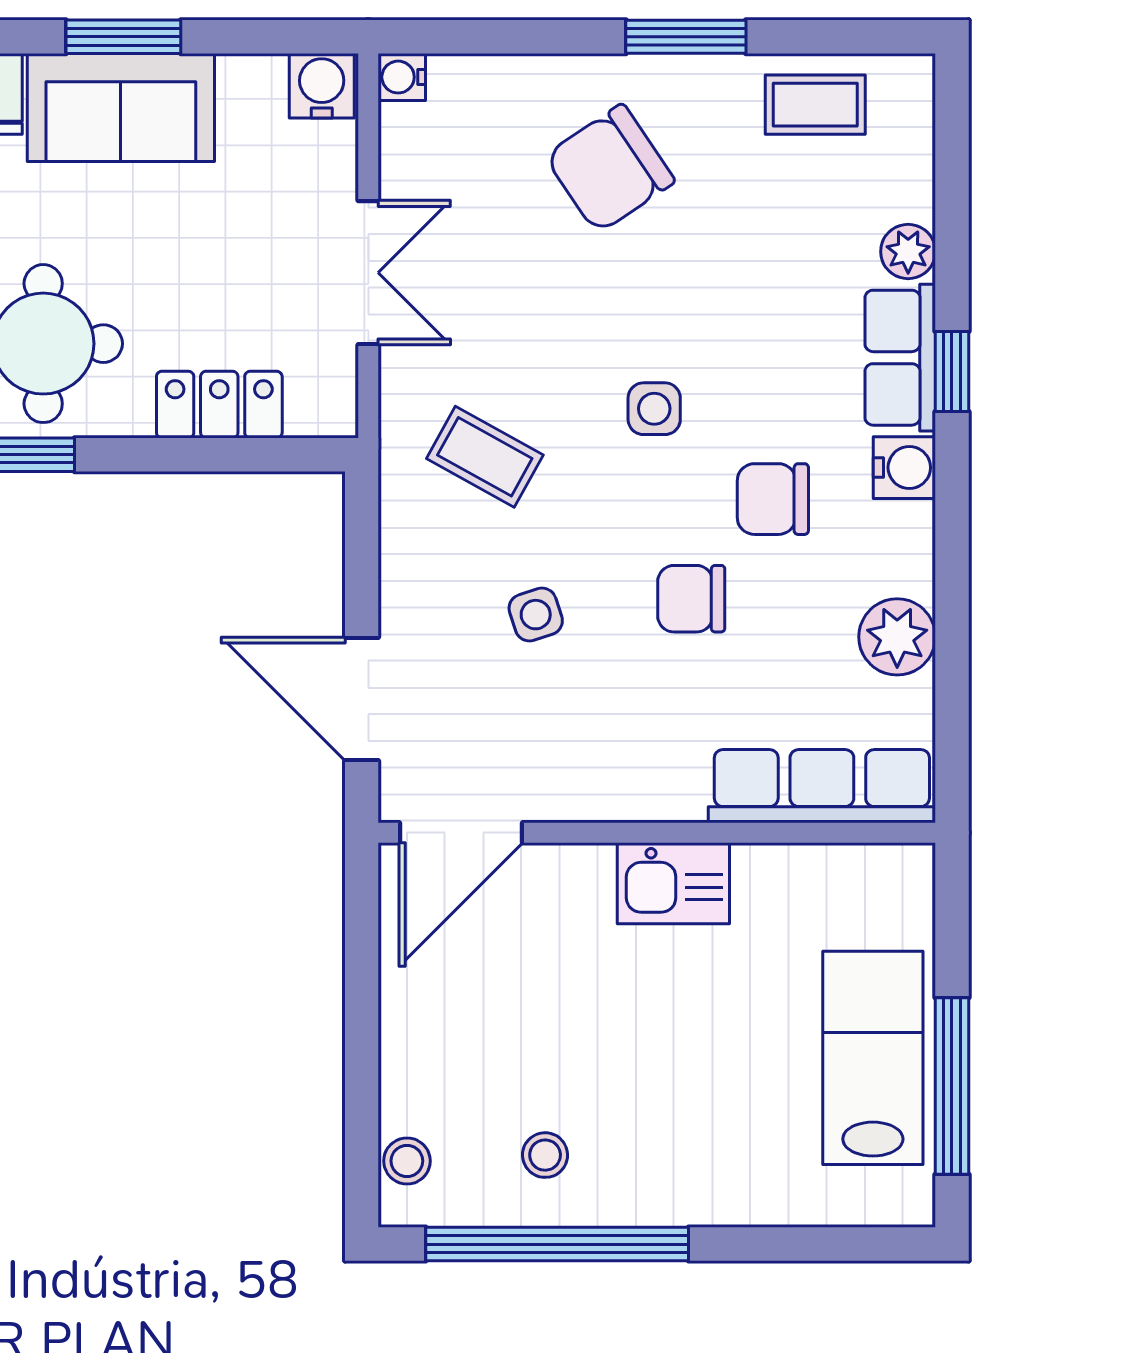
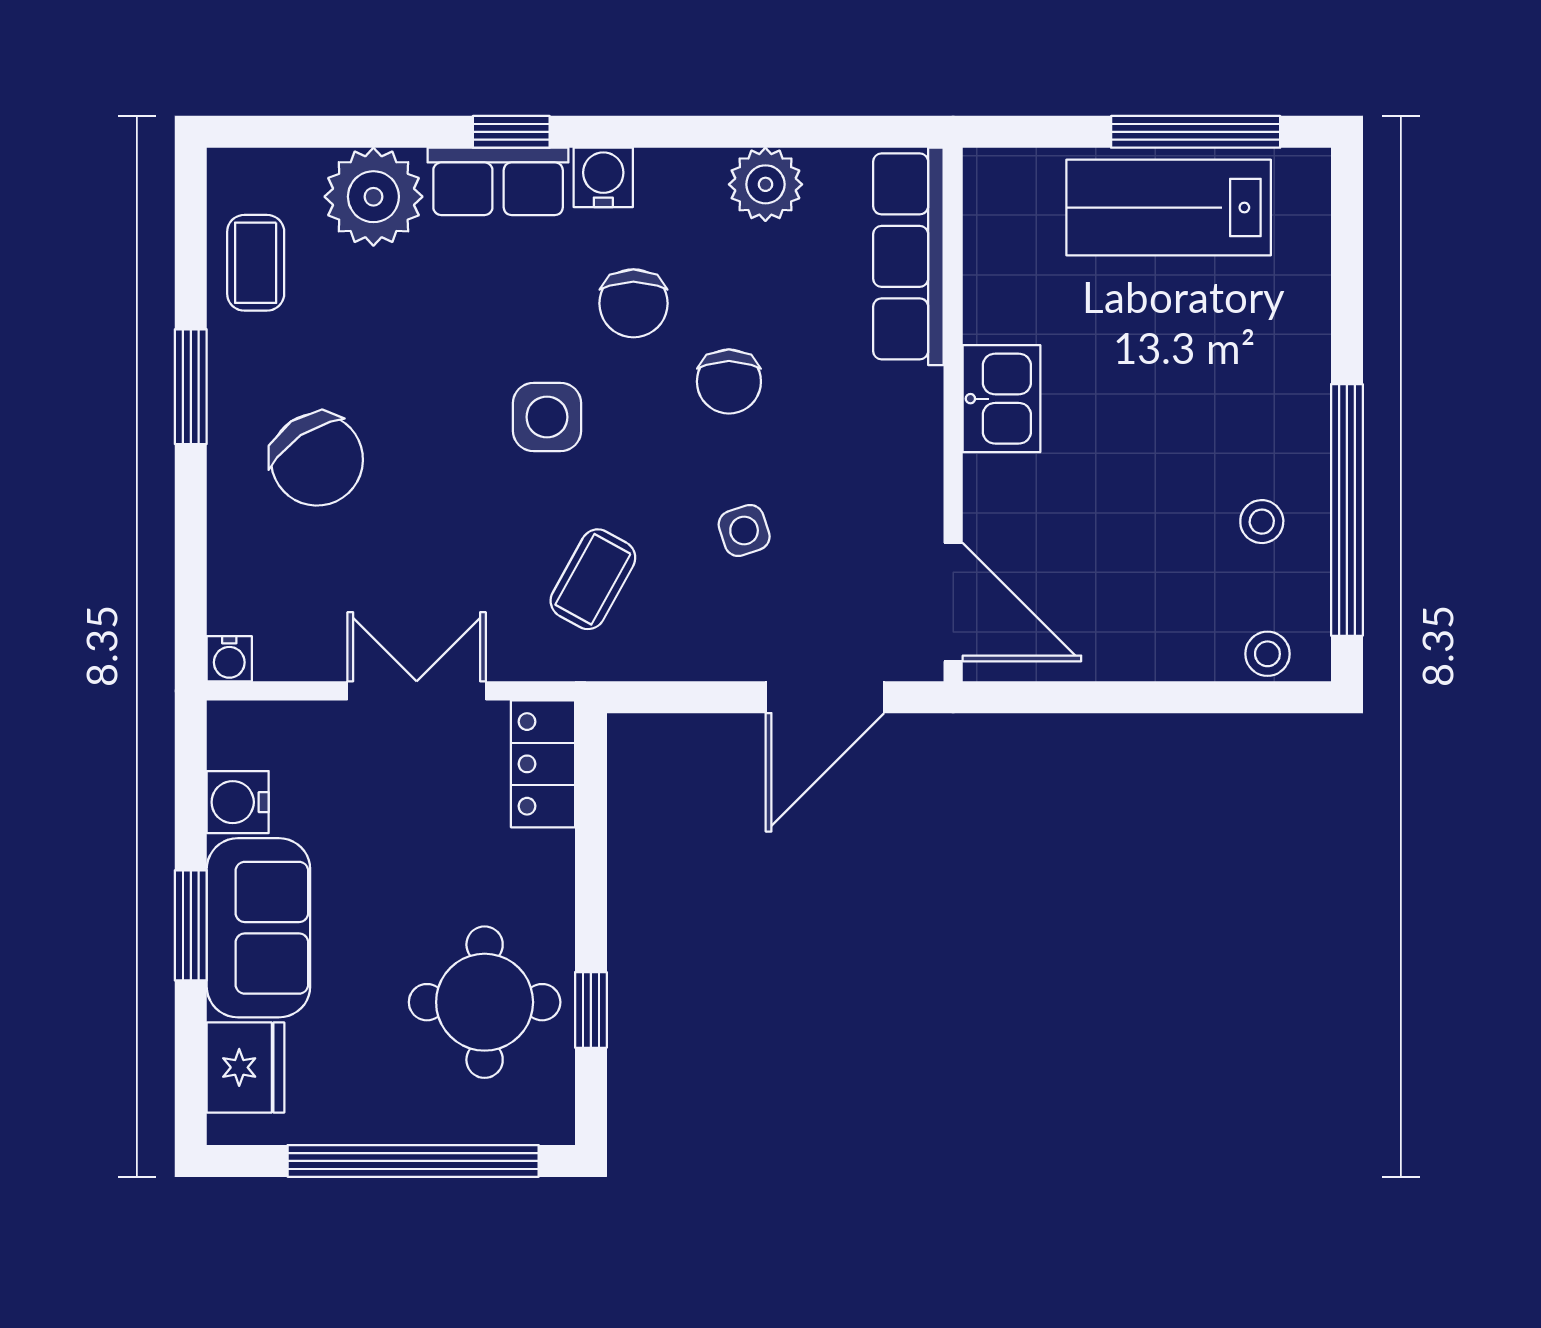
water cooler: (322, 86) -> (238, 802), moved
plant: (908, 252) -> (373, 197), width x1.88, depth x1.88
locker: (219, 405) -> (543, 764), moved
side table: (654, 409) -> (547, 417), width x1.37, depth x1.37

